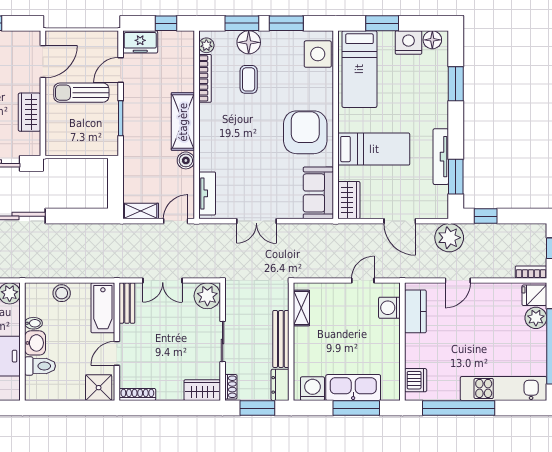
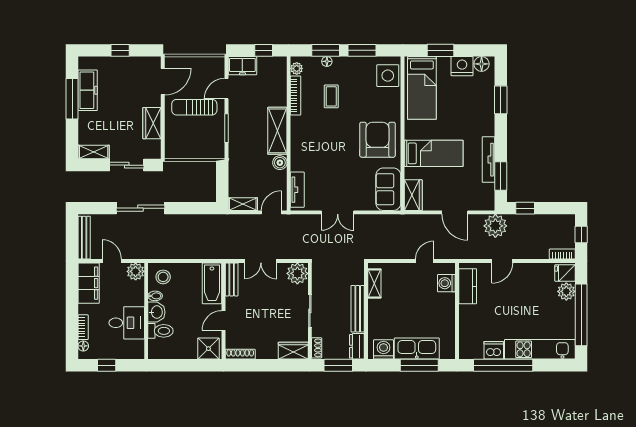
floor lamp: (249, 42) -> (327, 61), width x0.53, depth x0.53
stool: (62, 293) -> (163, 277), moved
dishwasher: (416, 380) -> (494, 350), moved, turned -90

